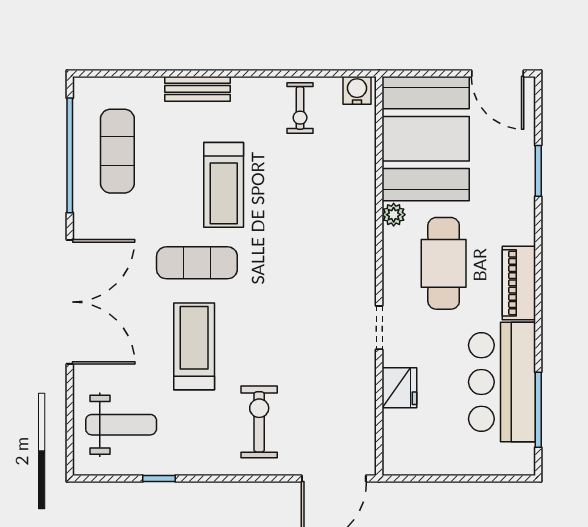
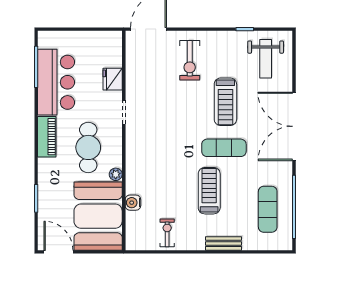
water cooler: (357, 90) -> (133, 203), moved, turned 90
weight bench: (121, 425) -> (266, 59), turned -90

